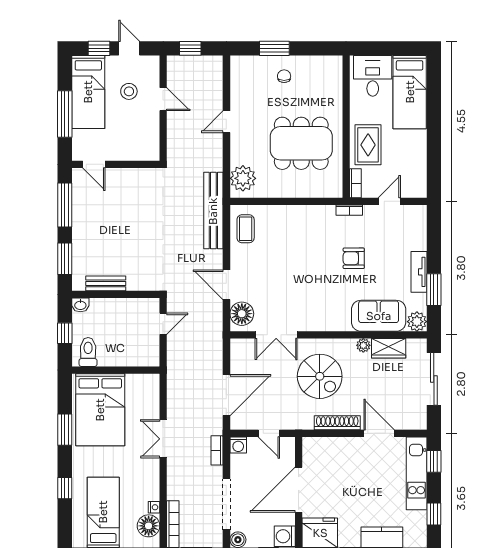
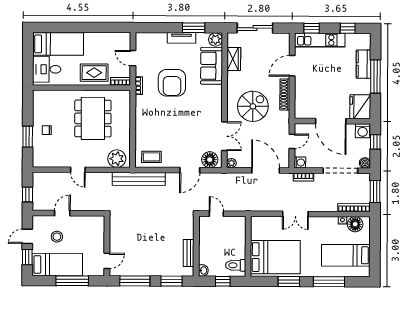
armchair: (354, 258) -> (172, 83), width x1.88, depth x1.88
plant: (363, 345) -> (231, 163), moved
window: (65, 488) -> (329, 282), width x2.17

